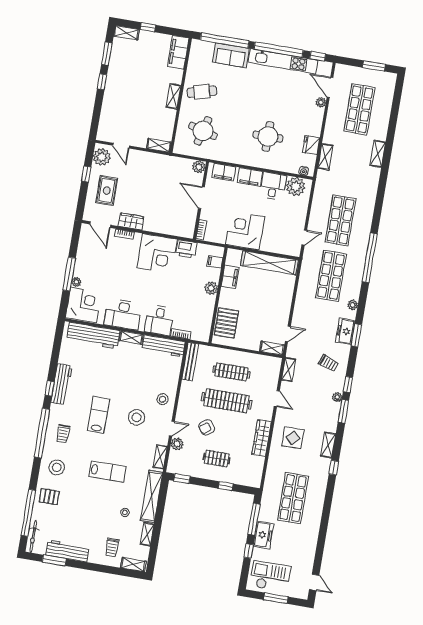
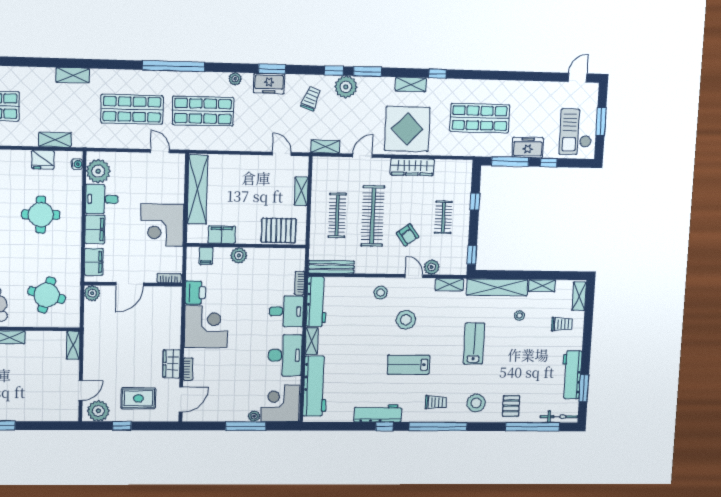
shelving: (378, 154) -> (73, 75), moved
shelving: (272, 348) -> (301, 191), moved
plant: (337, 397) -> (346, 87), width x1.87, depth x1.87
display table: (293, 438) -> (407, 129), width x1.86, depth x1.86

